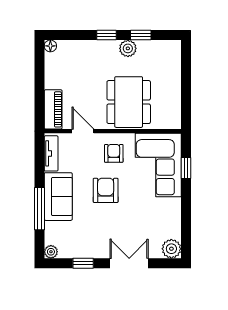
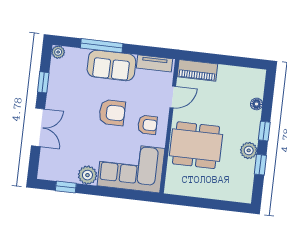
floor lamp: (50, 46) -> (257, 104), moved
window: (186, 168) -> (66, 187), moved
plant: (171, 249) -> (87, 175), moved

